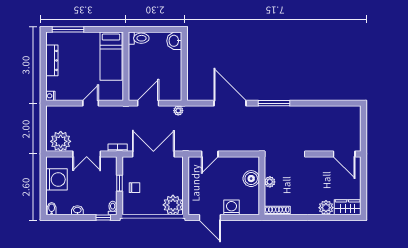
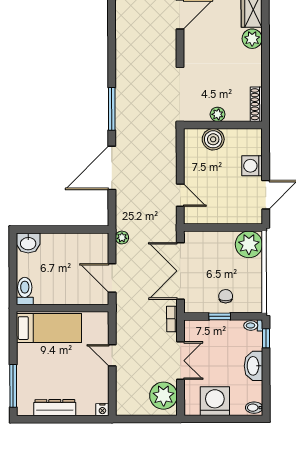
washbasin: (77, 210) -> (254, 366), width x1.91, depth x1.45

